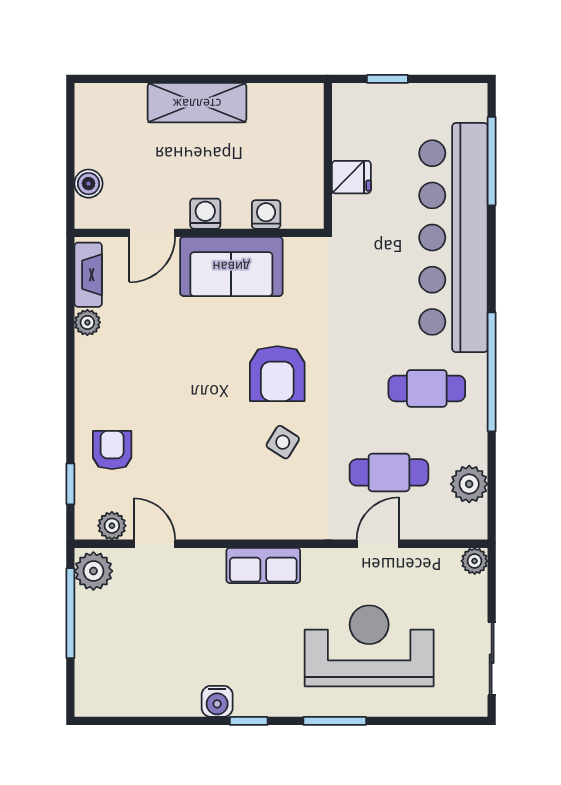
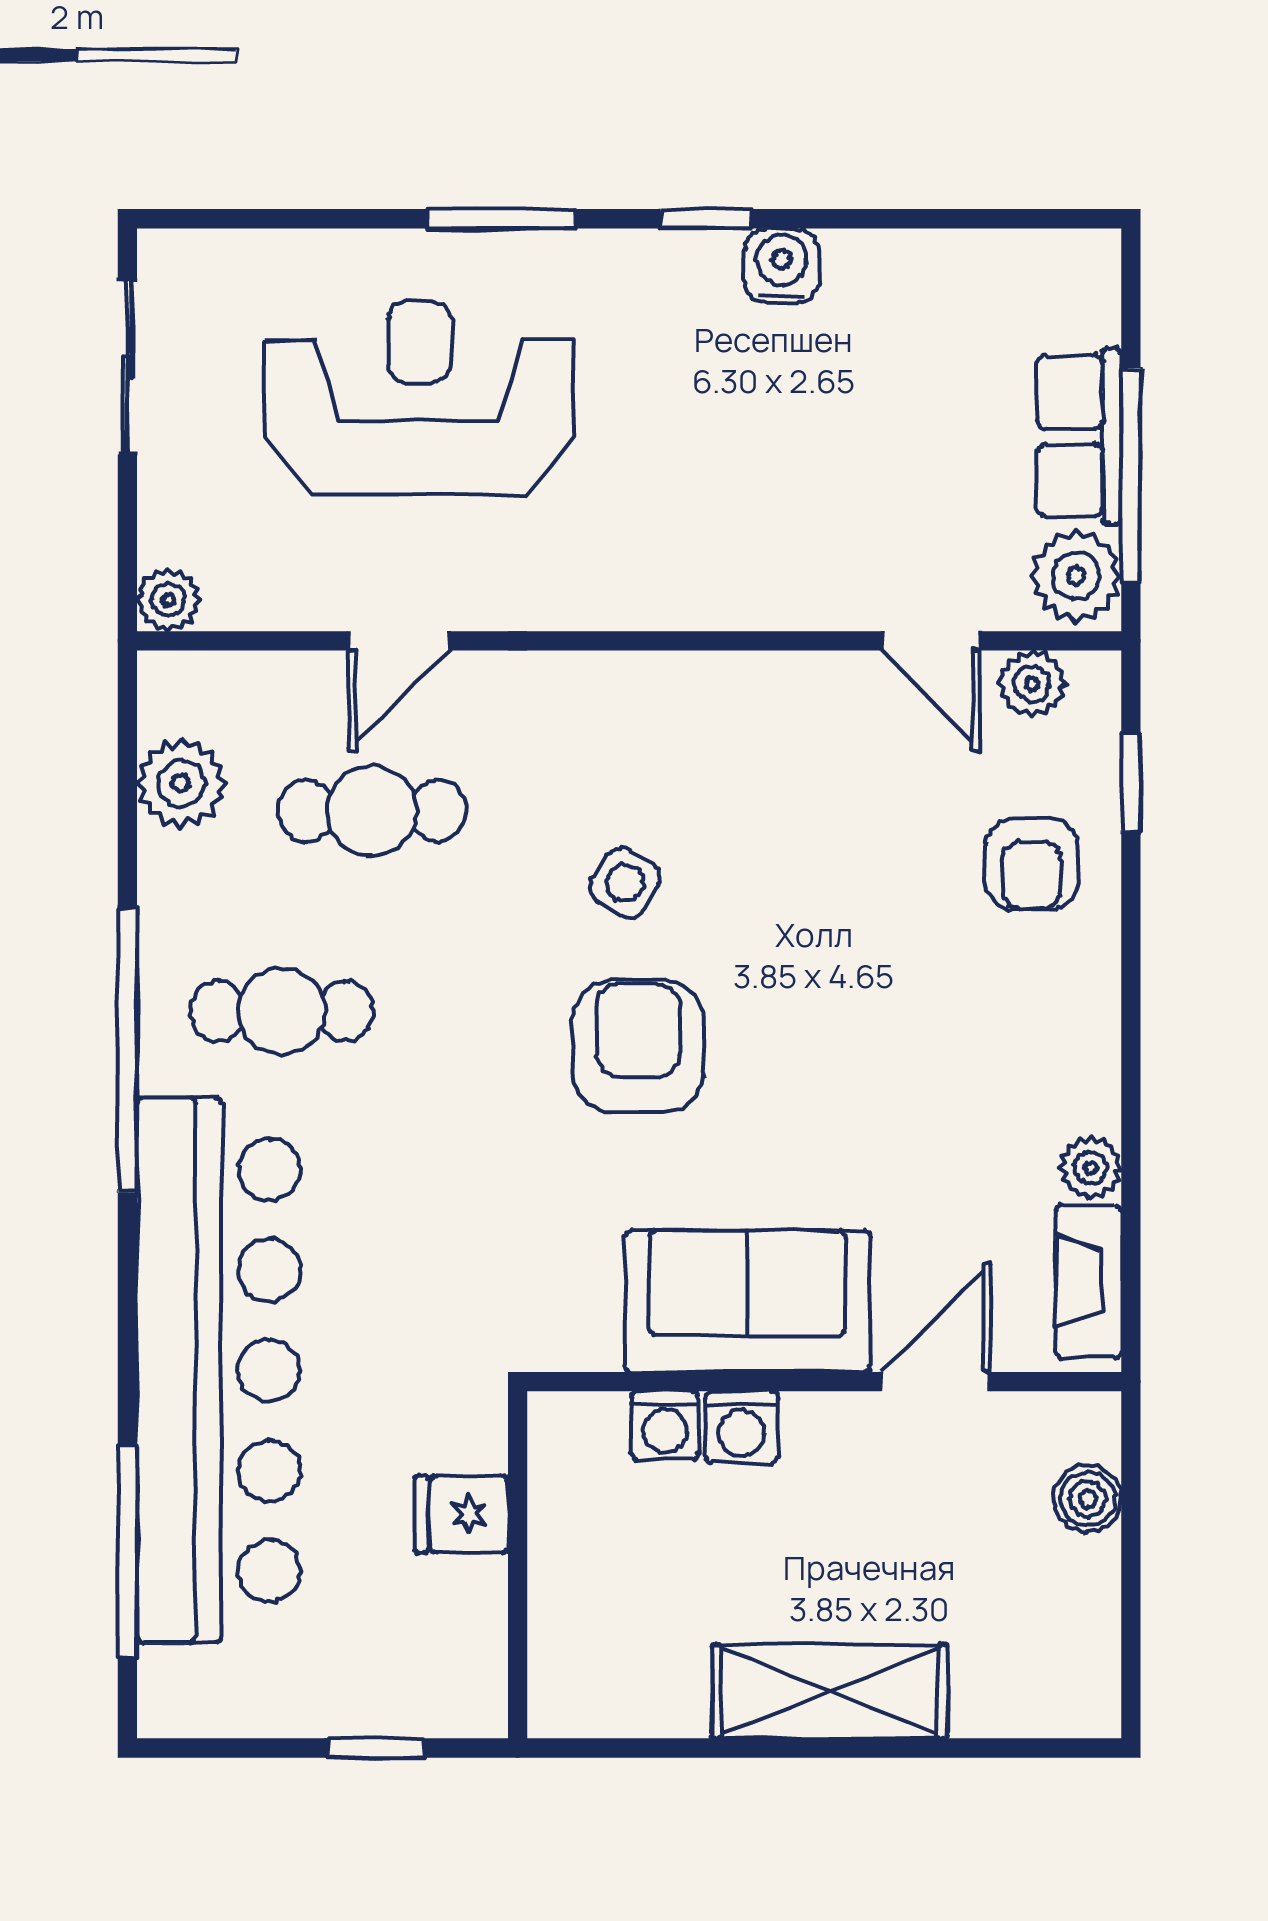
washing machine: (205, 214) -> (741, 1427), moved
row of seats: (263, 565) -> (1079, 436), moved, turned -90
reception desk: (369, 646) -> (419, 398), turned 180

